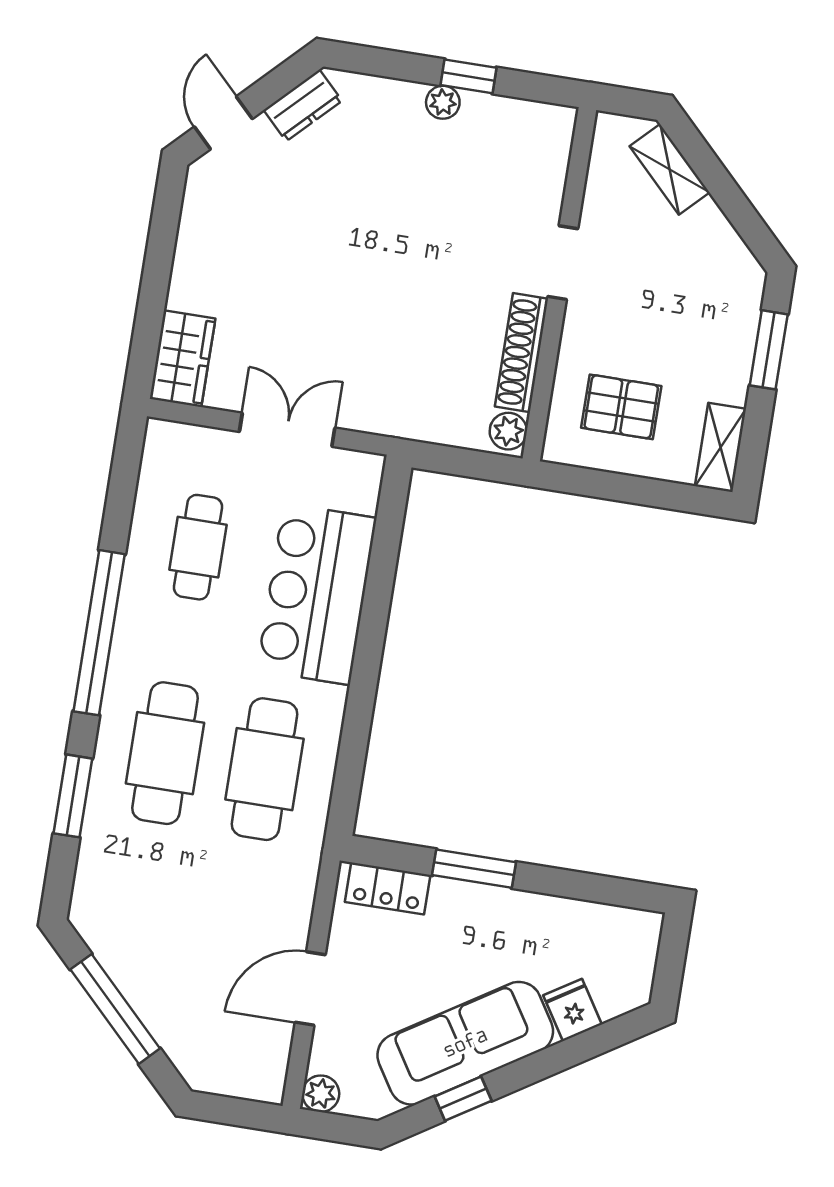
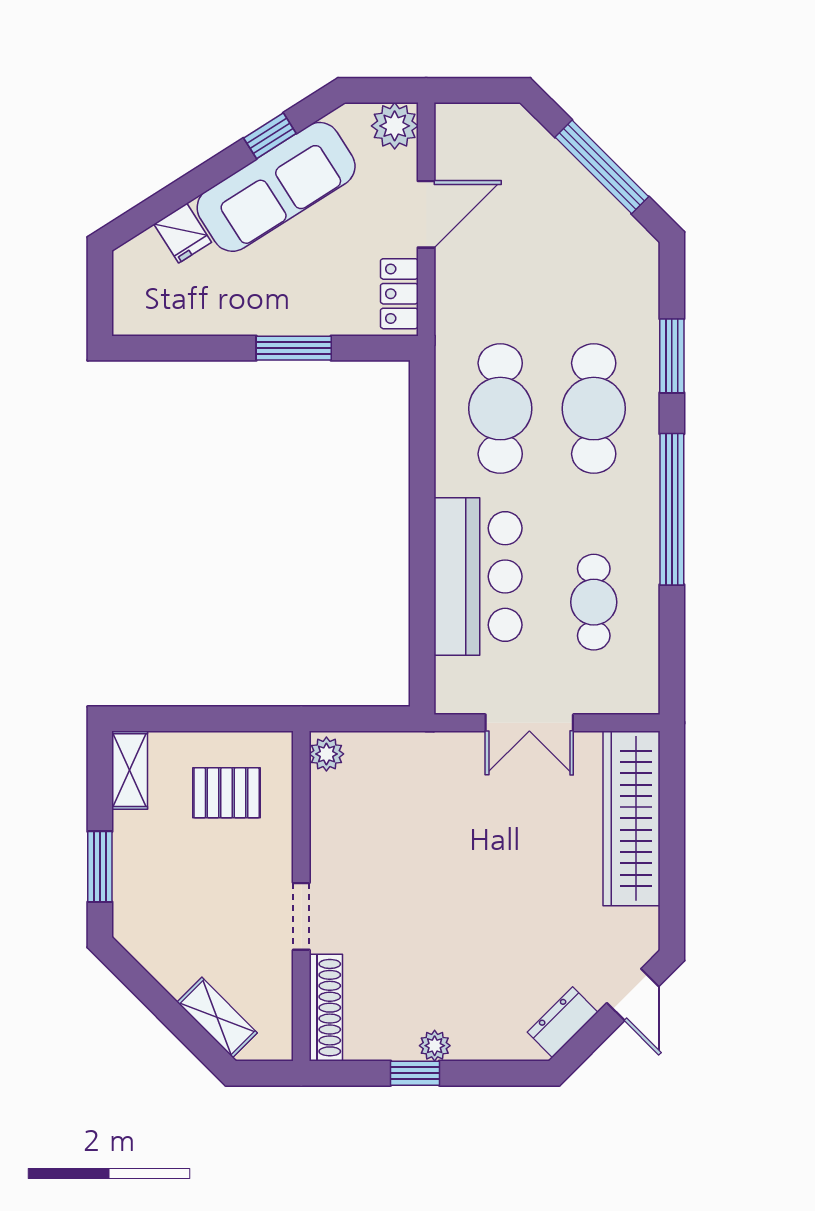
shoe rack: (522, 353) -> (326, 1008), moved
wardrobe: (182, 359) -> (631, 818), width x2.10, depth x1.17
locker: (388, 888) -> (399, 294), moved, turned -90
plant: (321, 1094) -> (395, 126), width x1.38, depth x1.38

